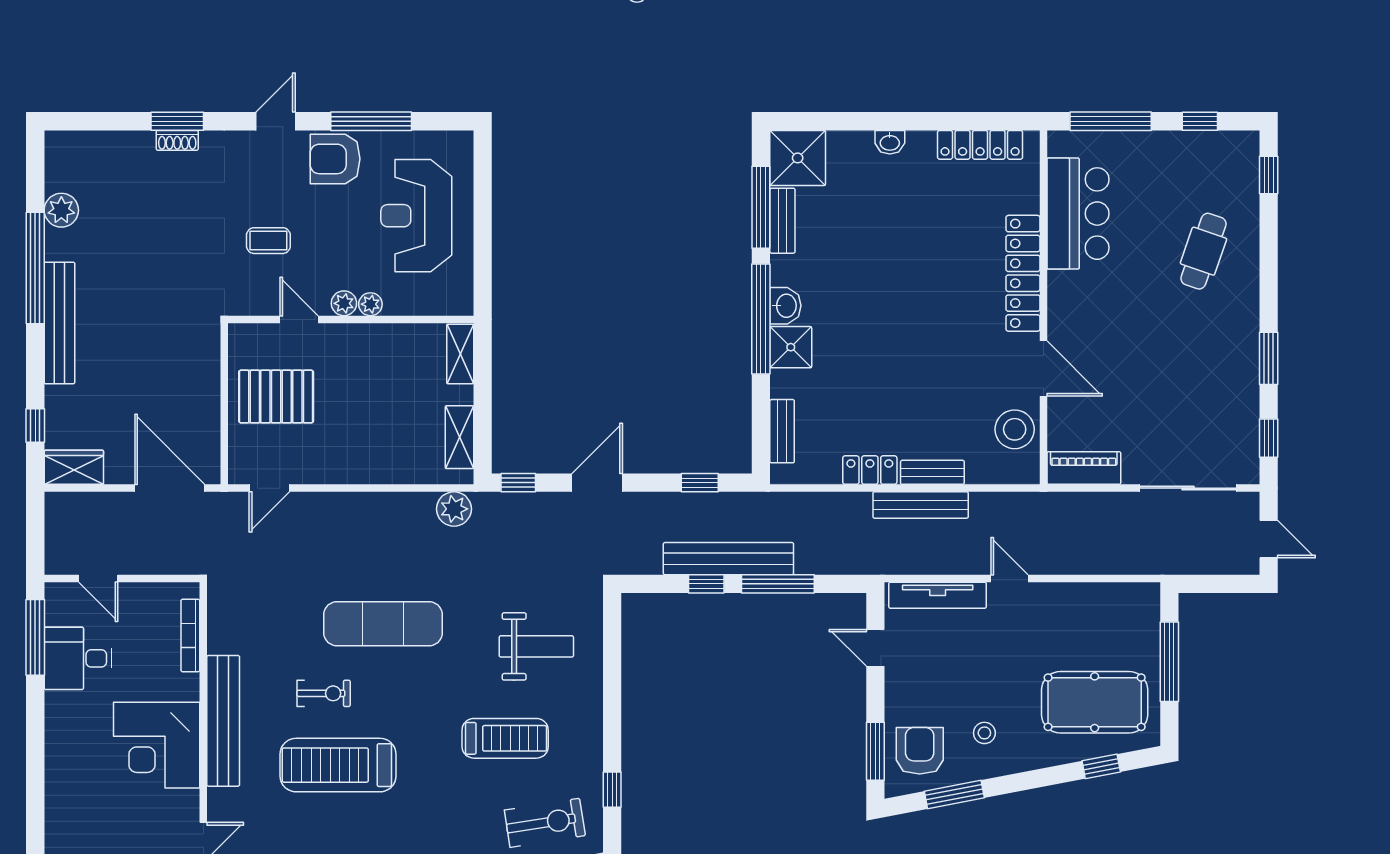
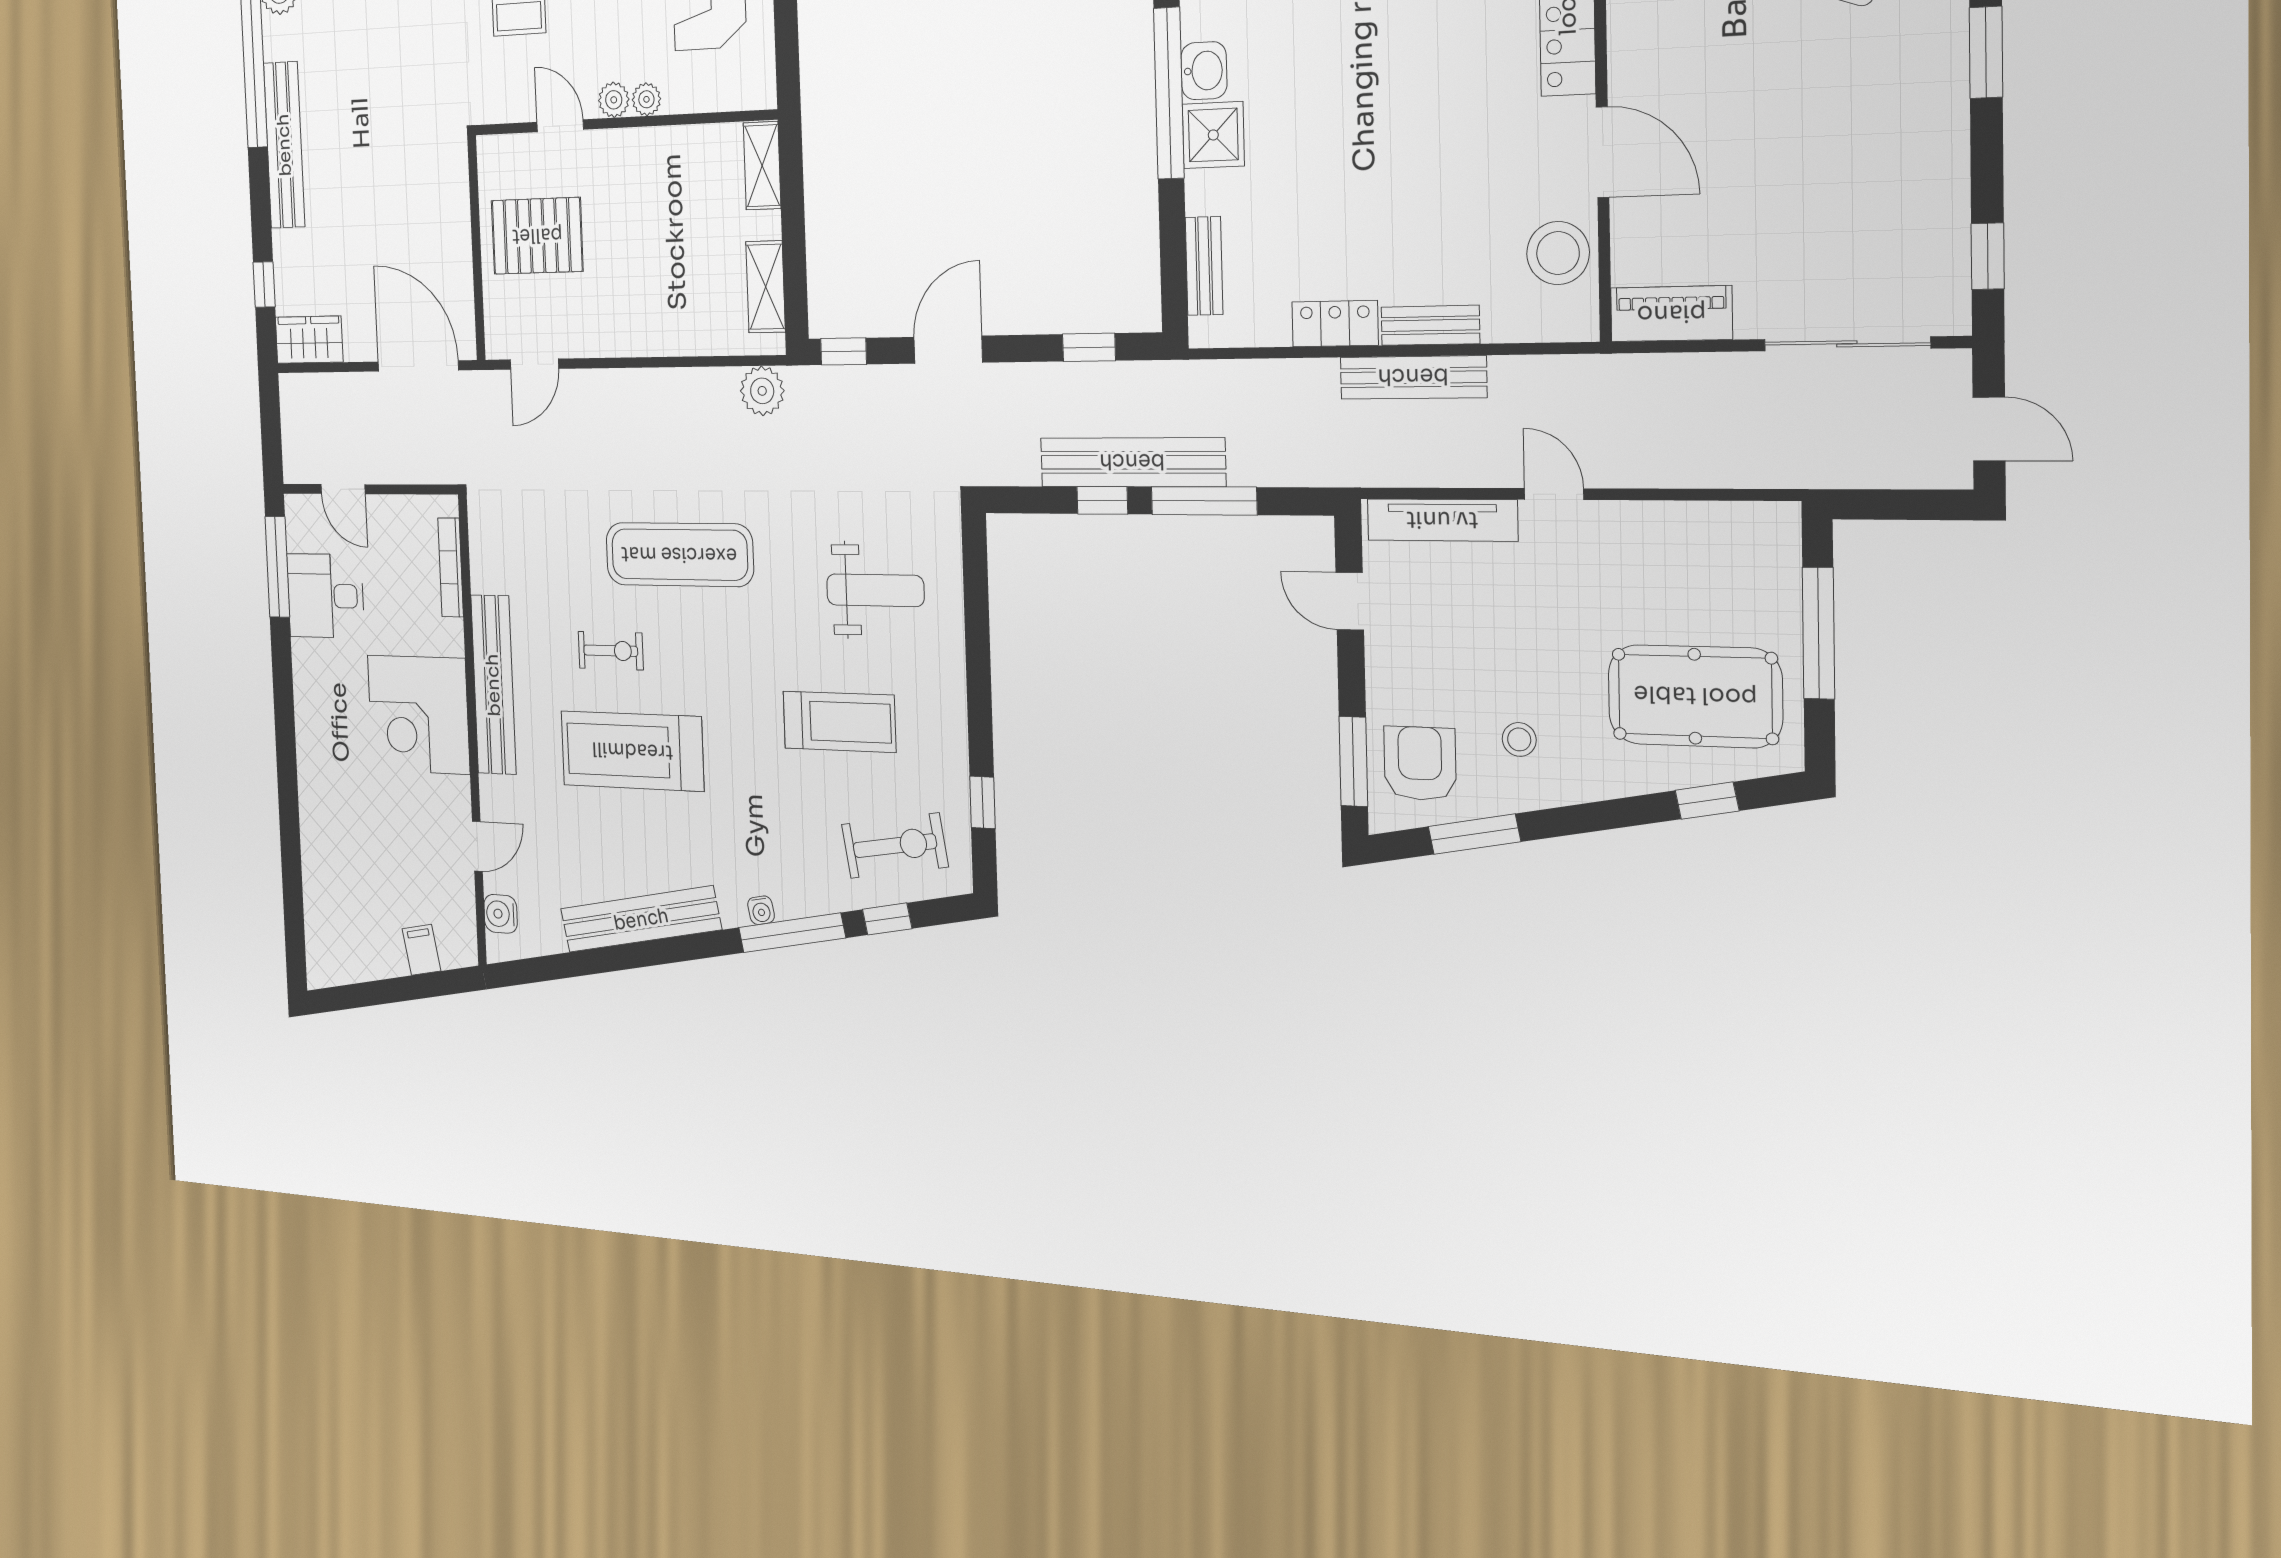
window: (1269, 358) -> (1986, 52), moved

